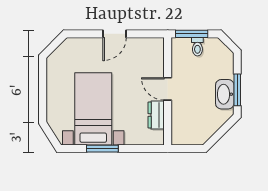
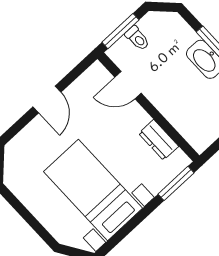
door: (168, 89) -> (128, 85), moved
window: (102, 149) -> (176, 183), moved

